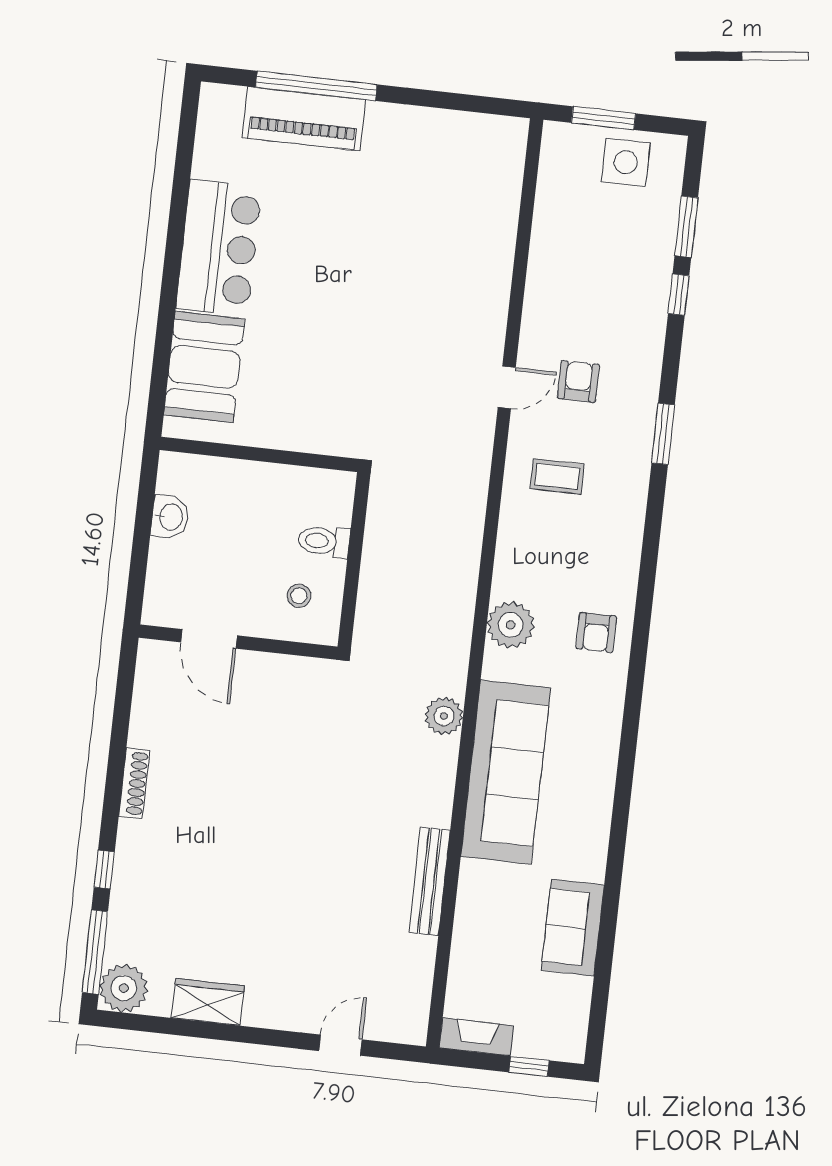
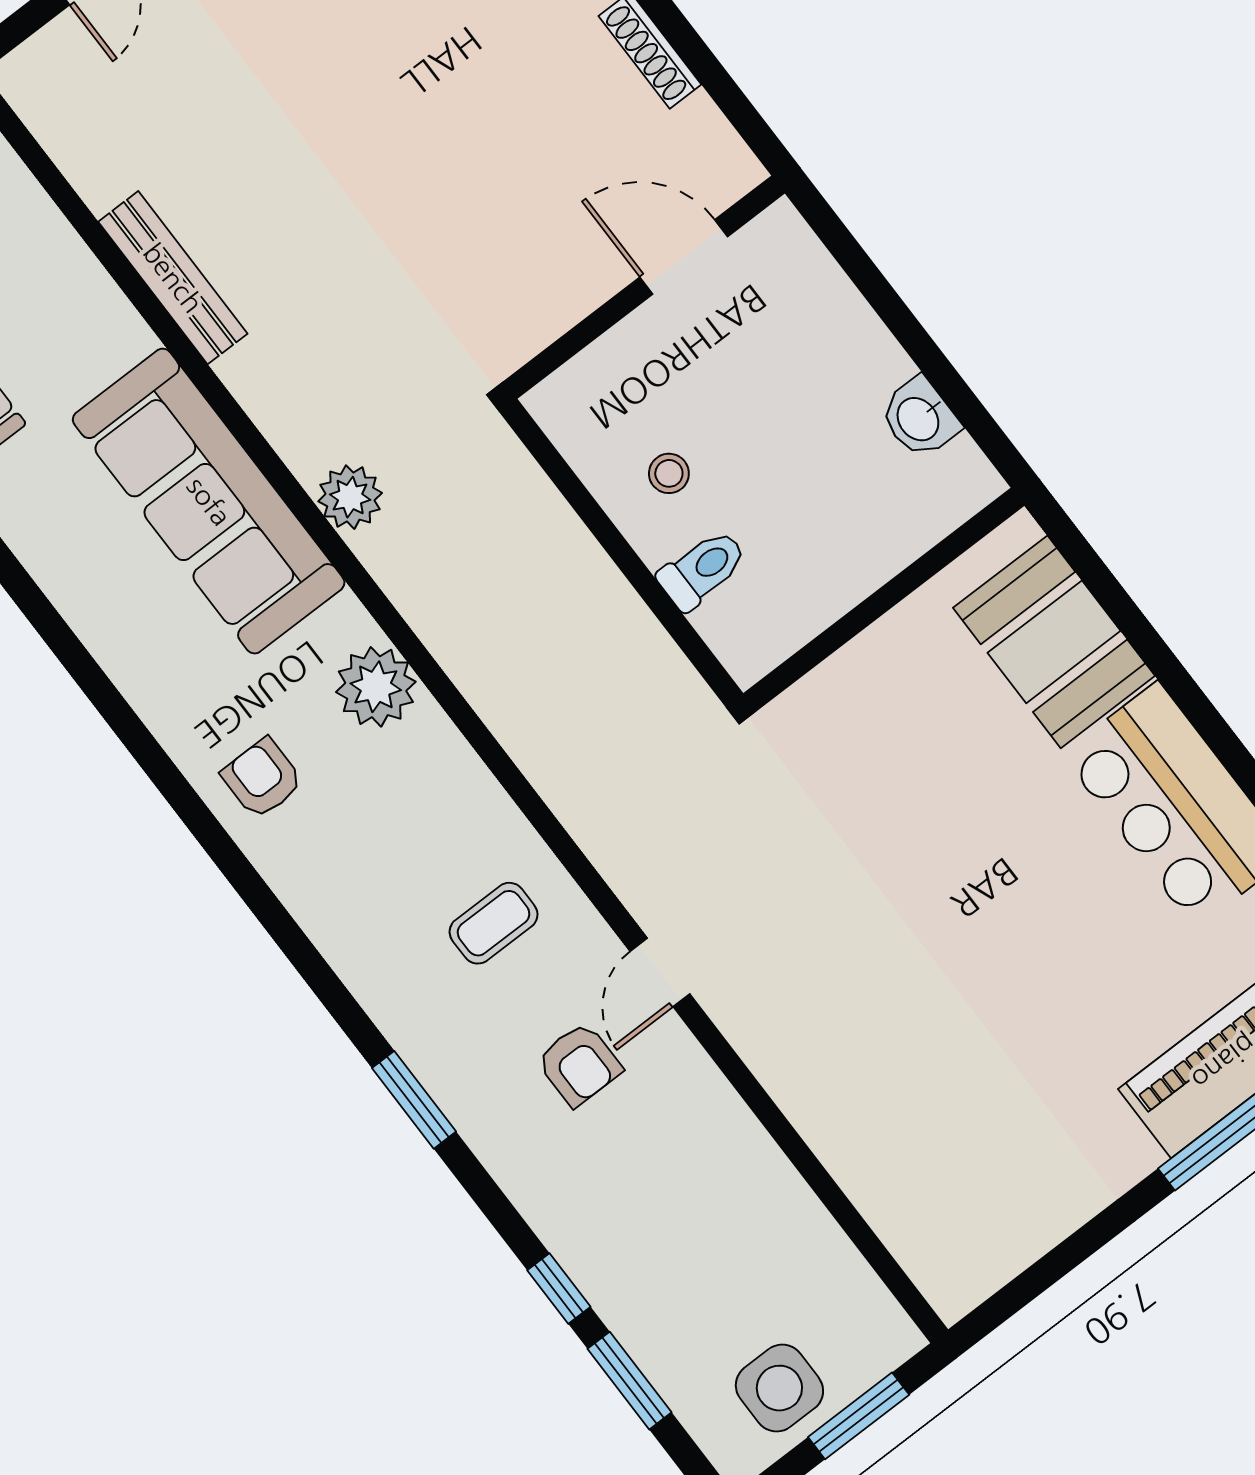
door: (209, 639) -> (684, 257), moved
wall: (238, 642) -> (644, 287), moved

